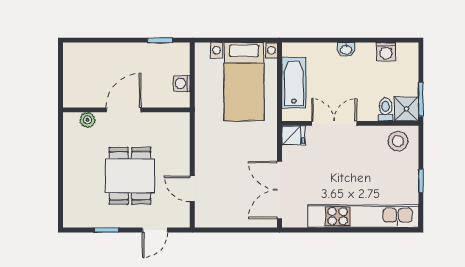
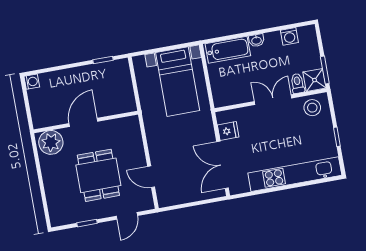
washing machine: (182, 83) -> (32, 82), moved, turned 180
bathtub: (294, 83) -> (228, 50), moved, turned 90
plant: (87, 120) -> (51, 142), width x1.87, depth x1.87
double door: (334, 123) -> (273, 100), moved
fridge: (293, 135) -> (228, 131), moved

